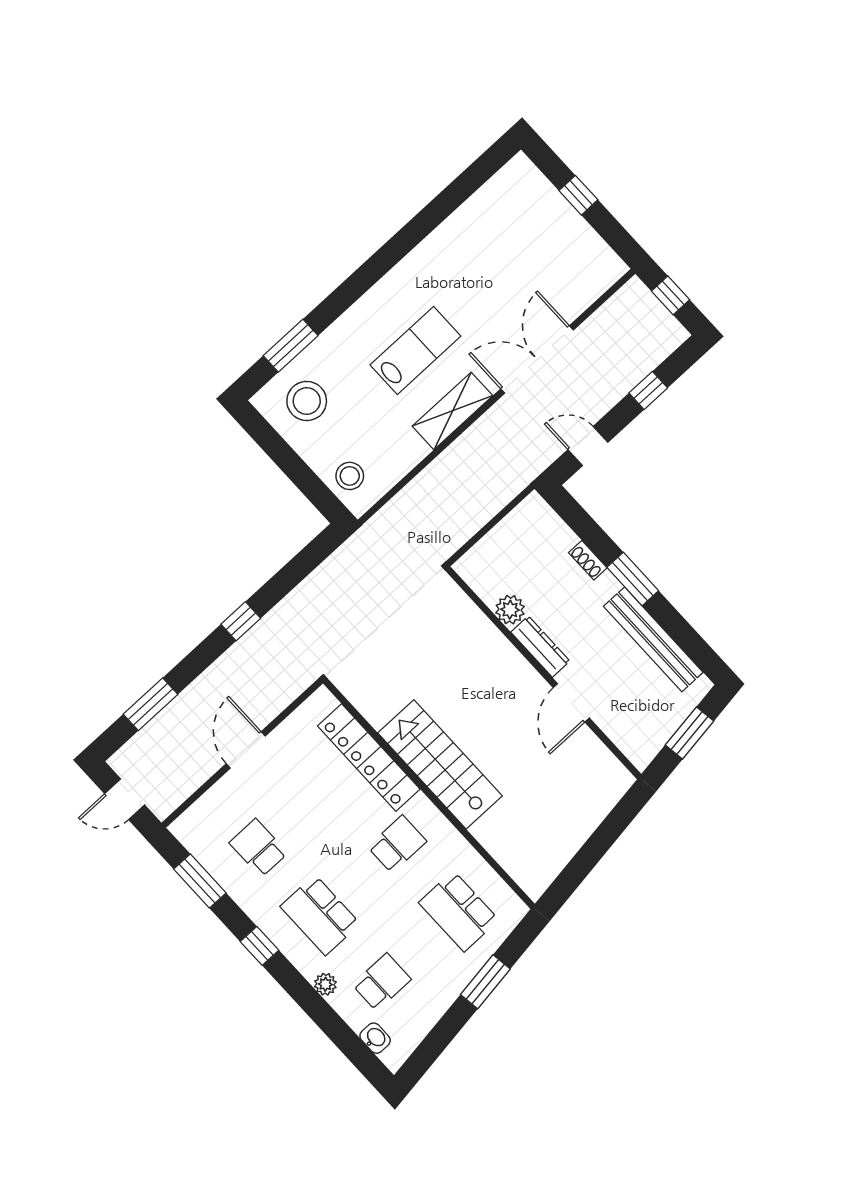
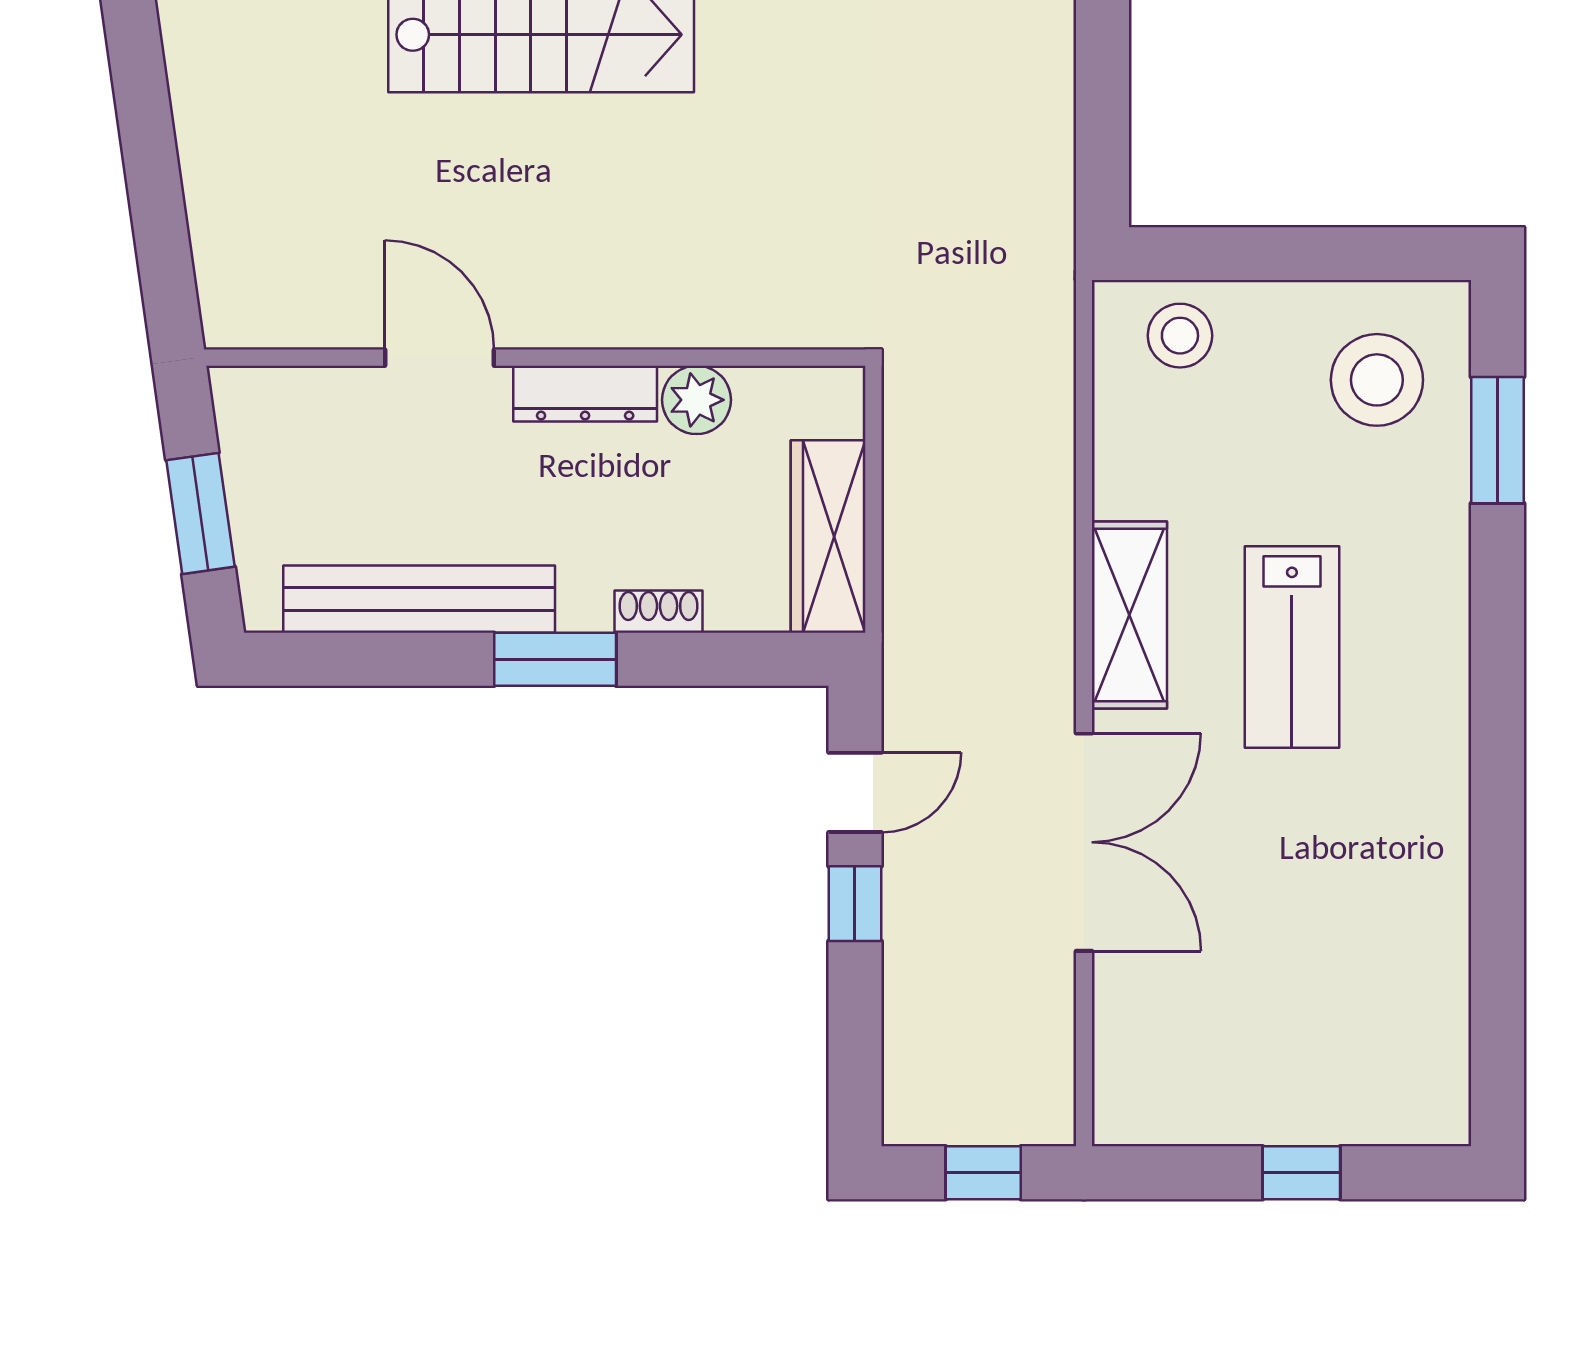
window: (648, 390) -> (855, 904), moved
wardrobe: (515, 529) -> (828, 536), added

